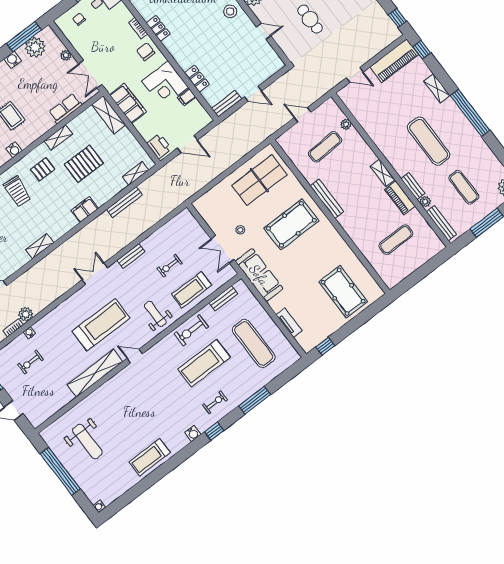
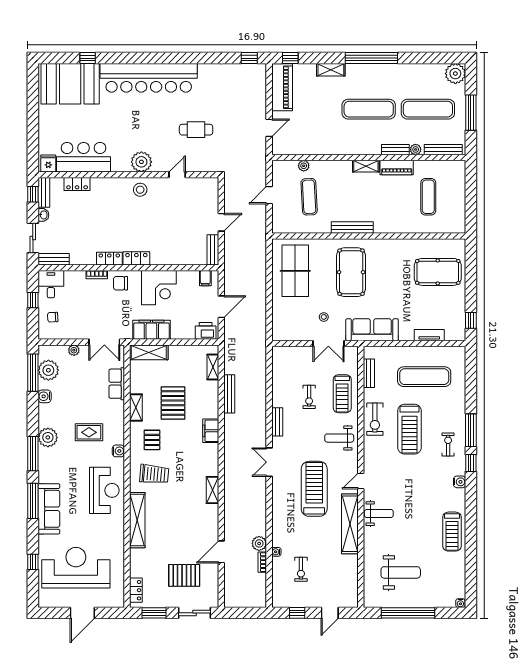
locker: (197, 79) -> (136, 258), moved
filing cabinet: (187, 97) -> (205, 278), moved
exercise mat: (464, 187) -> (428, 109), width x1.36, depth x1.45
weight bench: (120, 389) -> (379, 514), added
window: (255, 400) -> (471, 430), moved

